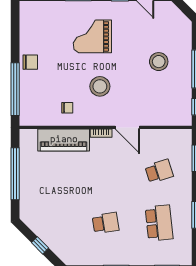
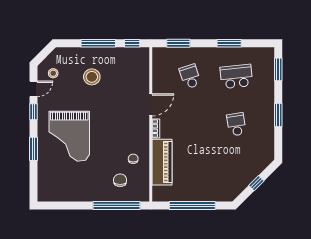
grand piano: (92, 36) -> (69, 136), width x1.37, depth x1.48
chair: (30, 62) -> (120, 180), moved
stool: (100, 86) -> (53, 73), moved, width x0.53, depth x0.53

